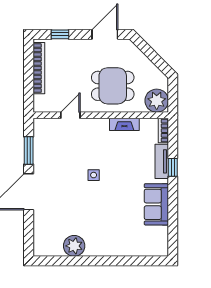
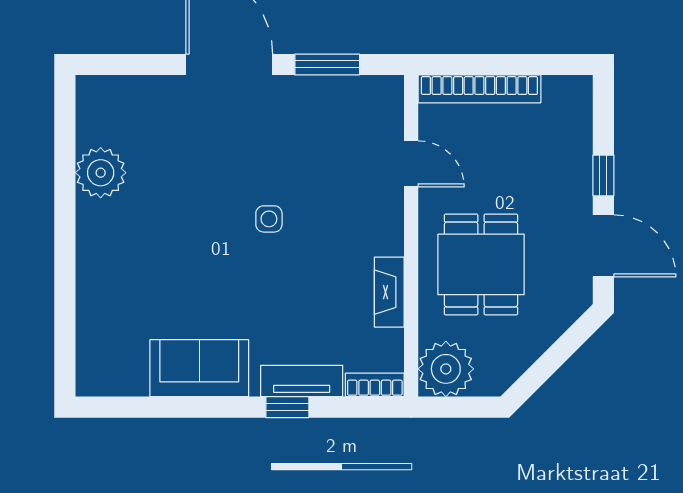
window: (60, 34) -> (603, 175), moved
bookcase: (39, 68) -> (479, 89), moved

